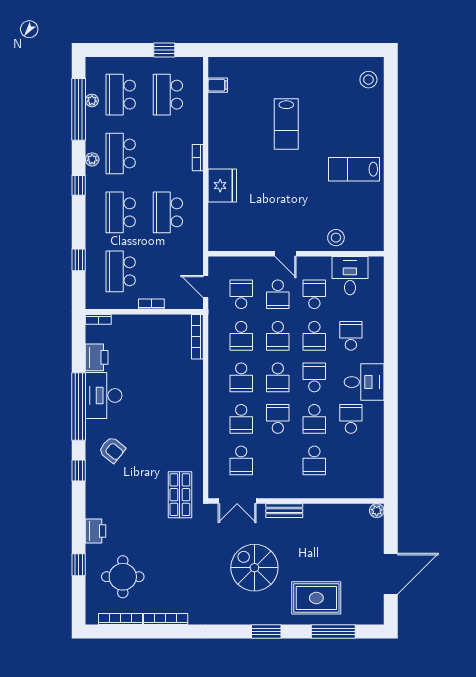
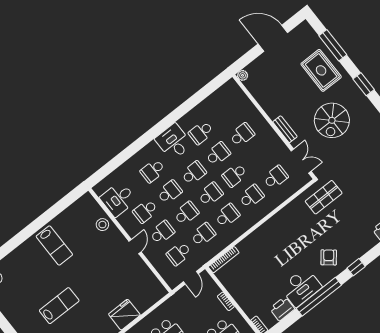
school desk: (314, 377) -> (194, 173), turned 180

